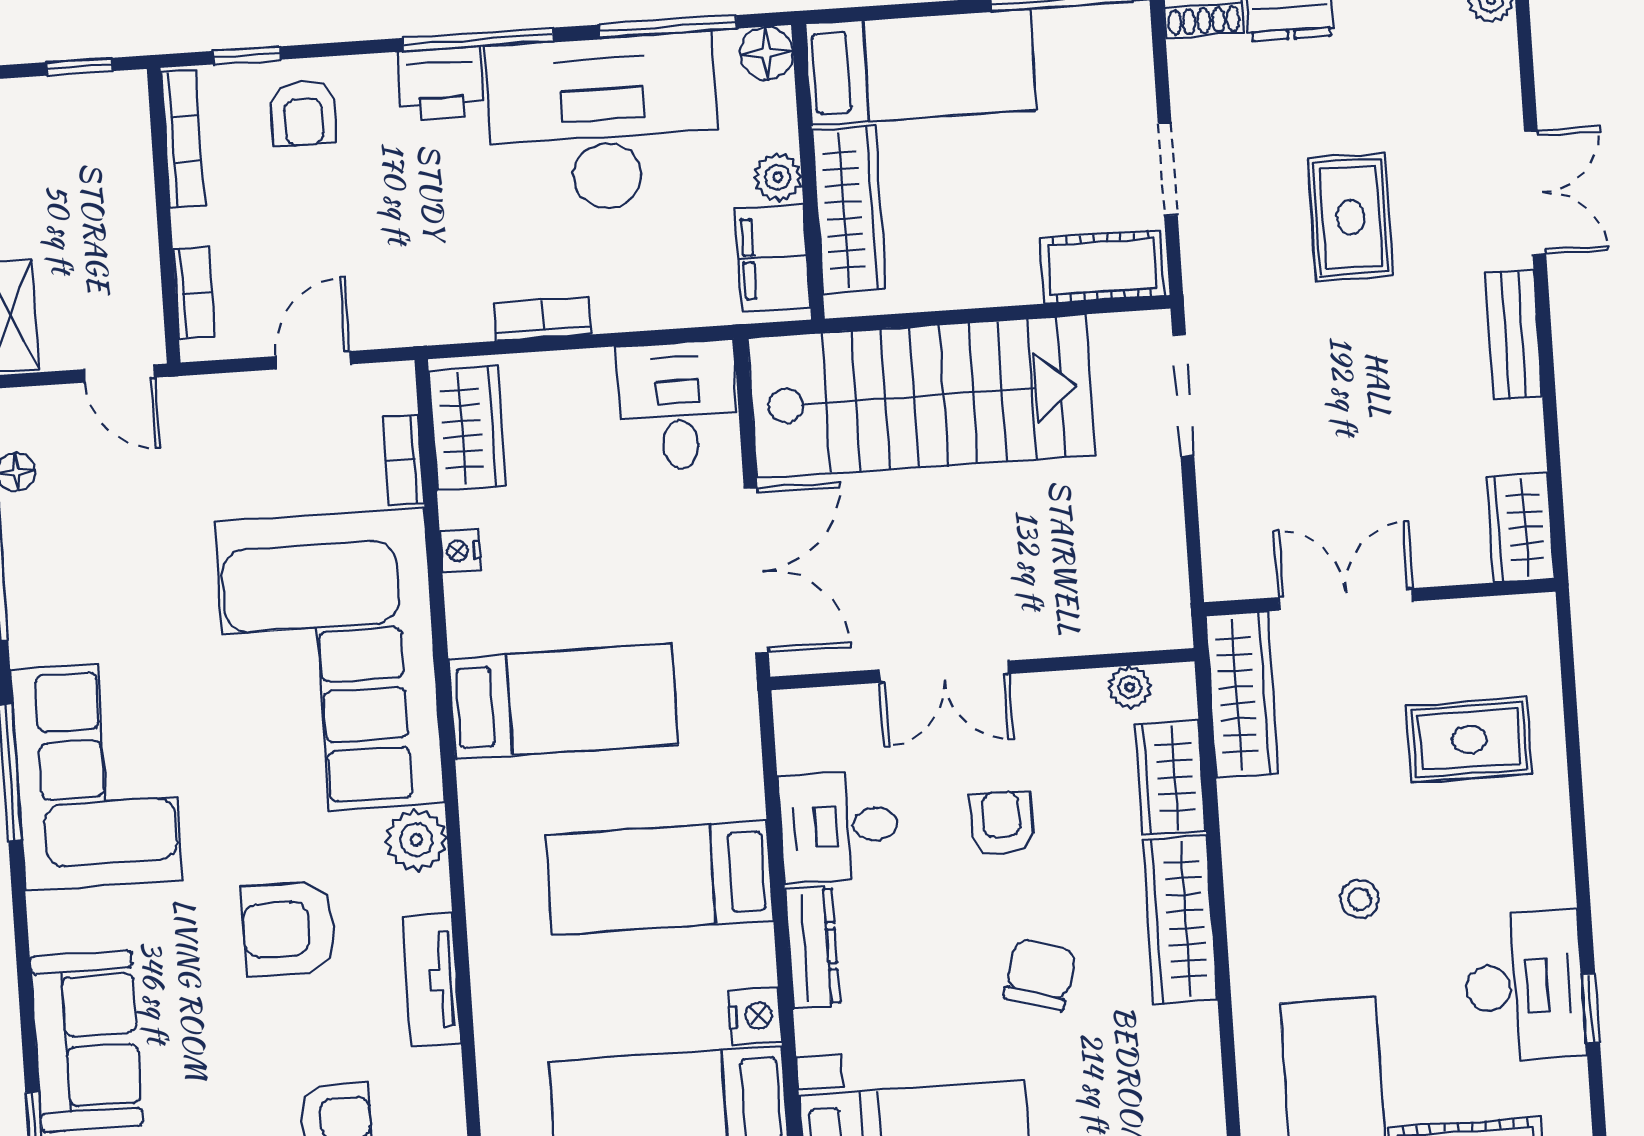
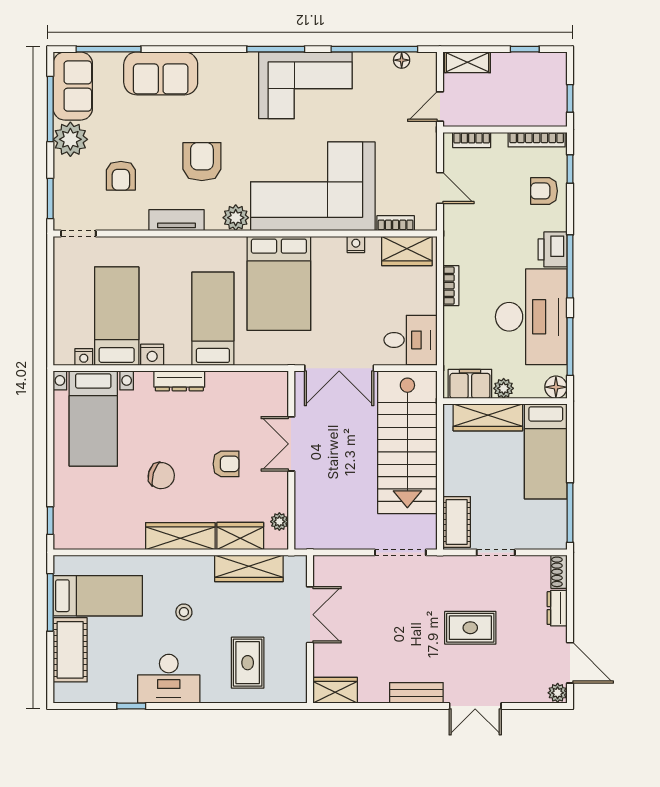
wardrobe: (1242, 695) -> (249, 568), moved
bed: (563, 702) -> (279, 283), width x1.50
corner sofa: (97, 775) -> (305, 85), moved
desk: (839, 826) -> (229, 395), removed
desk: (1524, 986) -> (169, 679), moved

